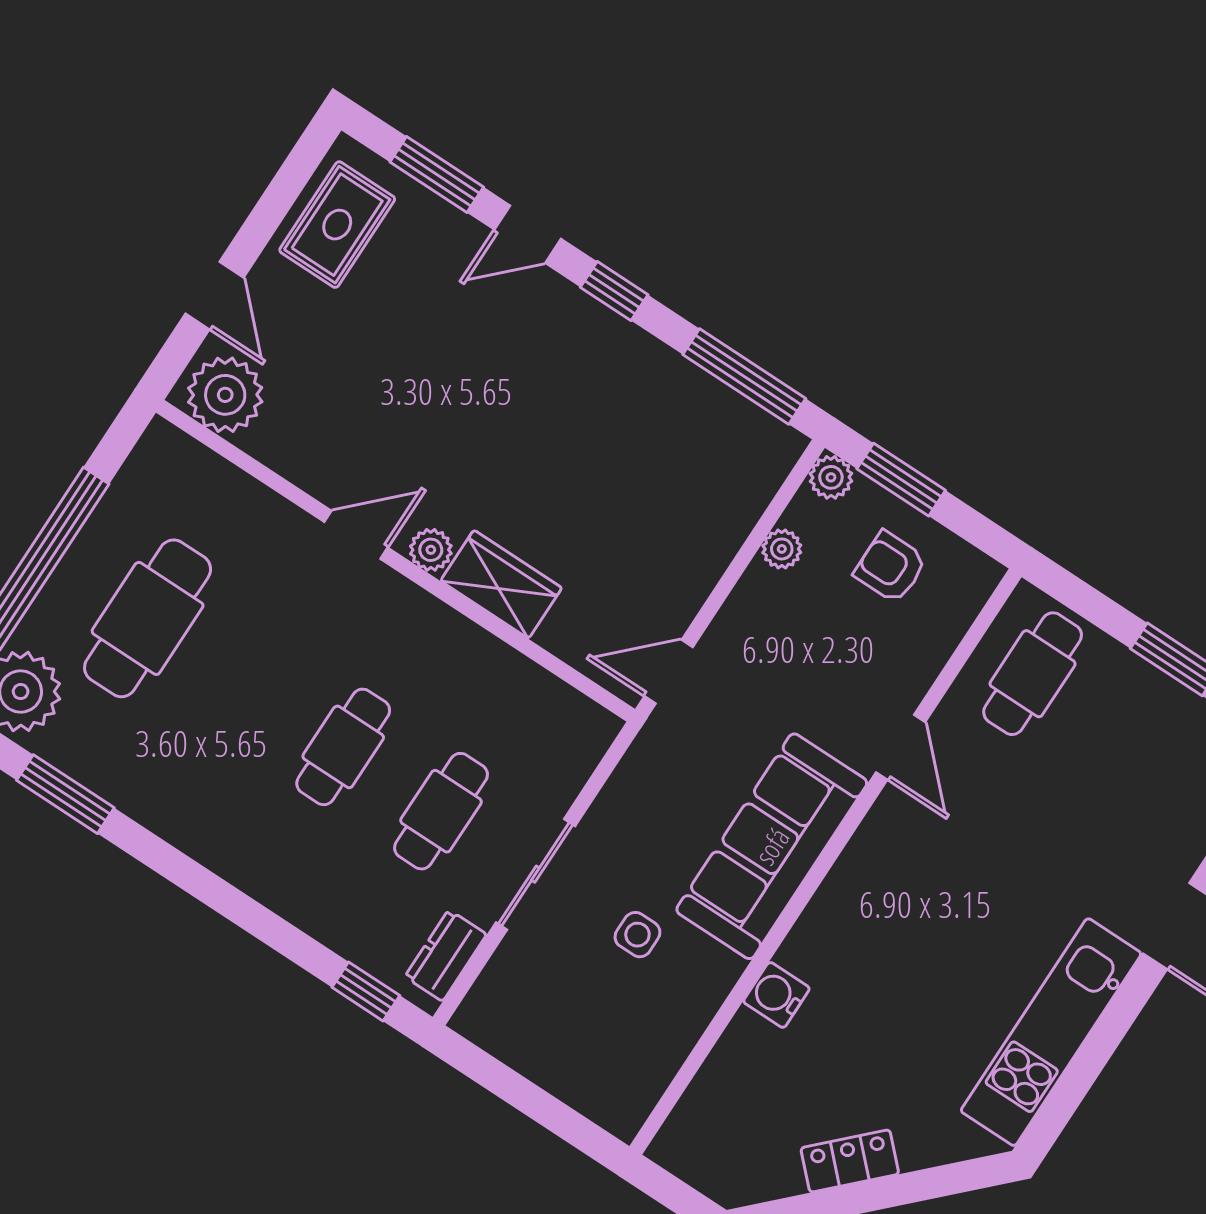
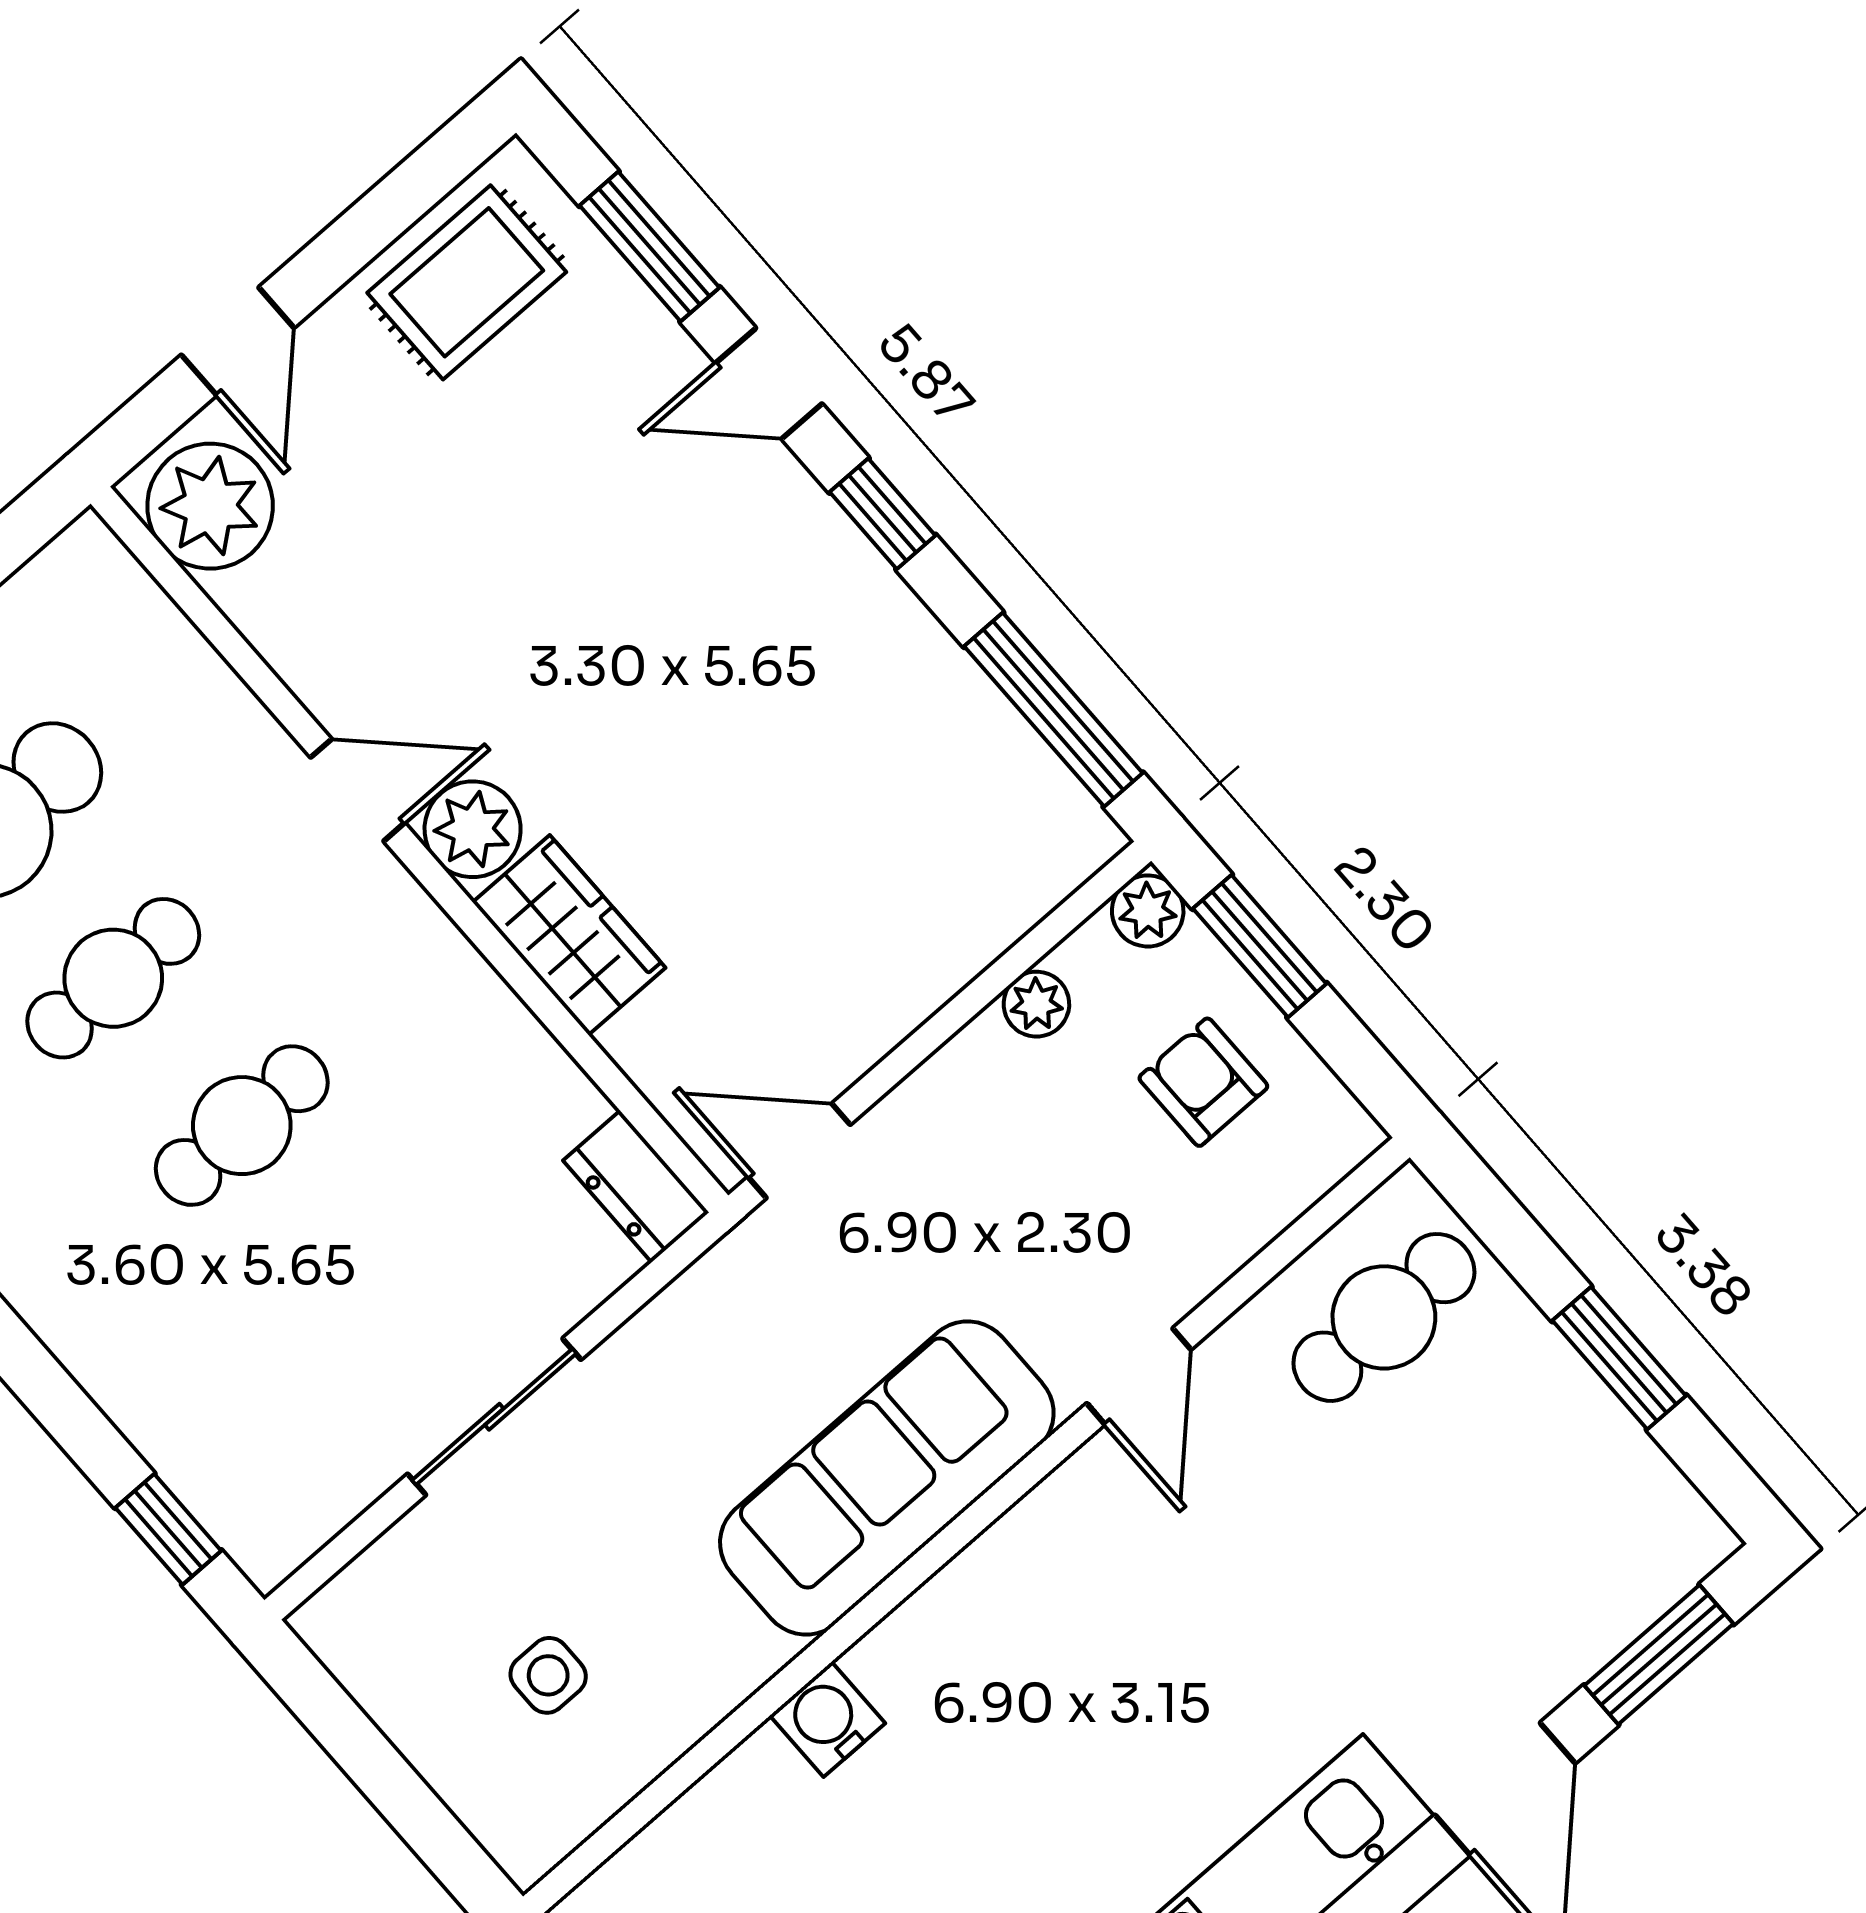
plant: (431, 550) -> (473, 829), width x1.38, depth x1.38
cafe table: (441, 811) -> (113, 978), moved
side table: (637, 935) -> (548, 1675), moved
dresser: (446, 956) -> (636, 1186), moved, turned -90

